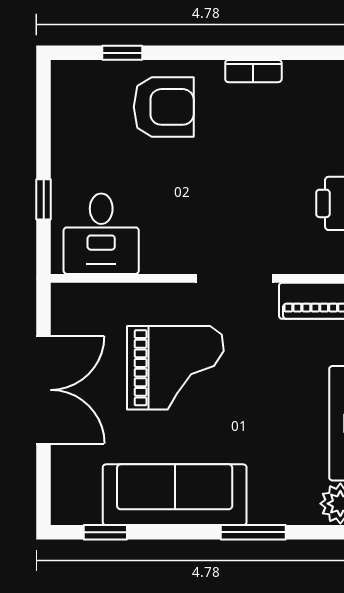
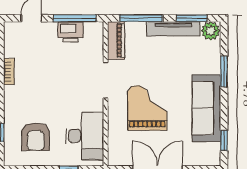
armchair: (164, 107) -> (36, 137), moved, turned 180
desk: (101, 234) -> (85, 136), width x1.37

